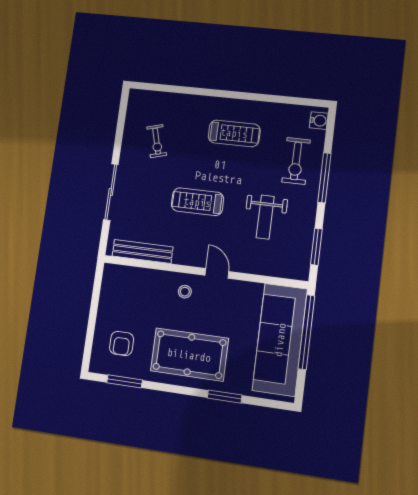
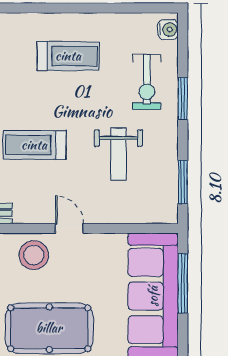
window: (324, 178) -> (183, 99), width x0.69
stool: (185, 292) -> (34, 255), width x1.89, depth x1.89
window: (306, 332) -> (183, 283), width x0.68

